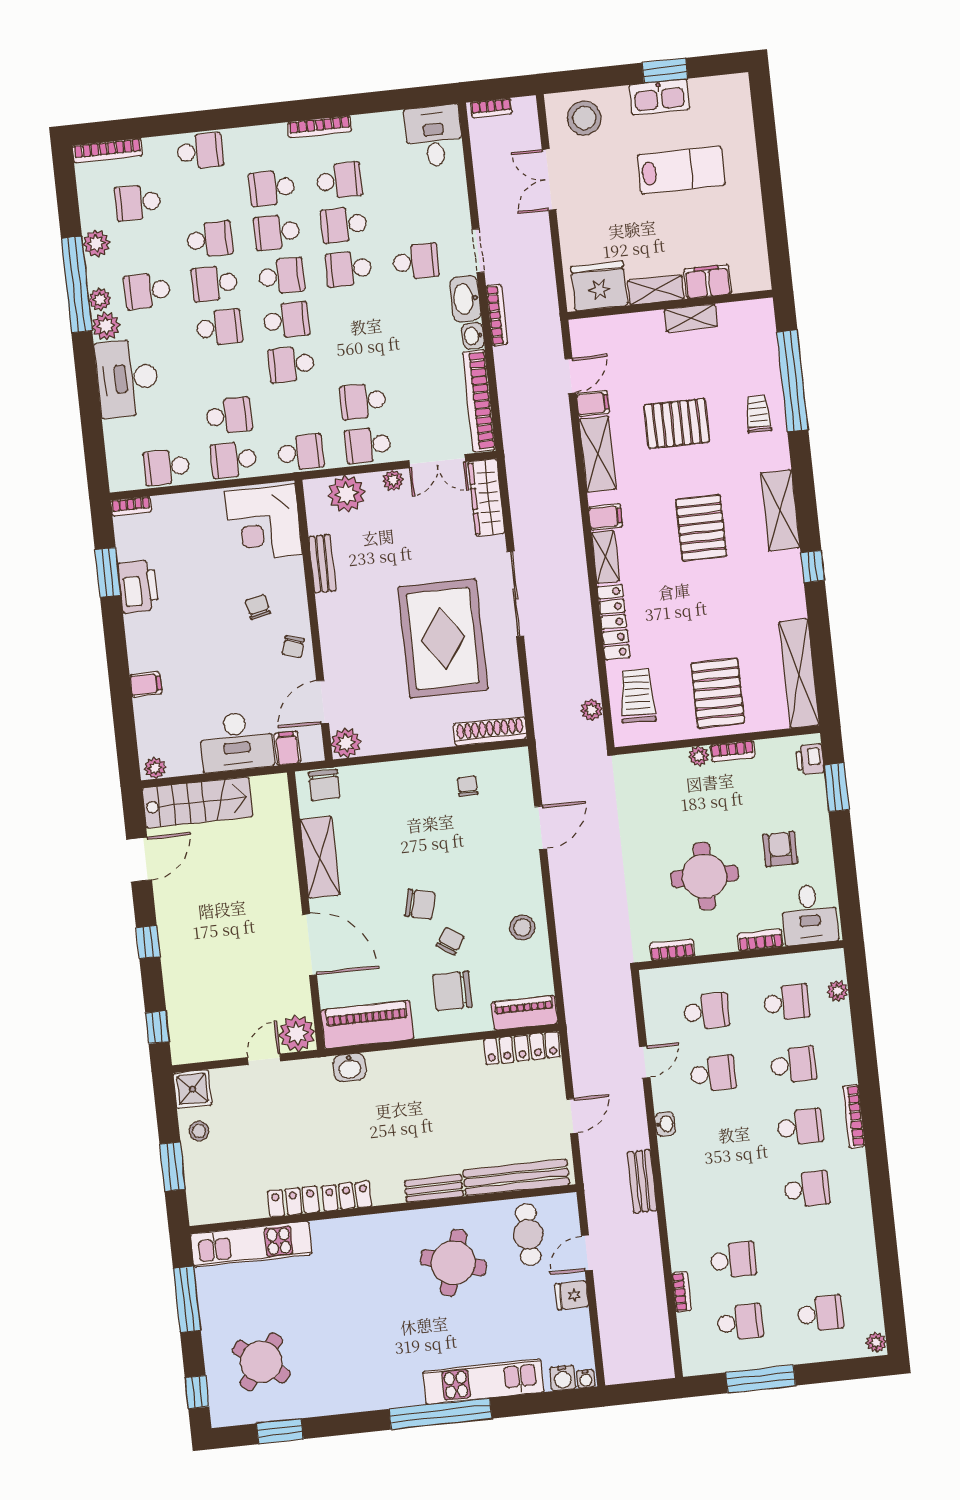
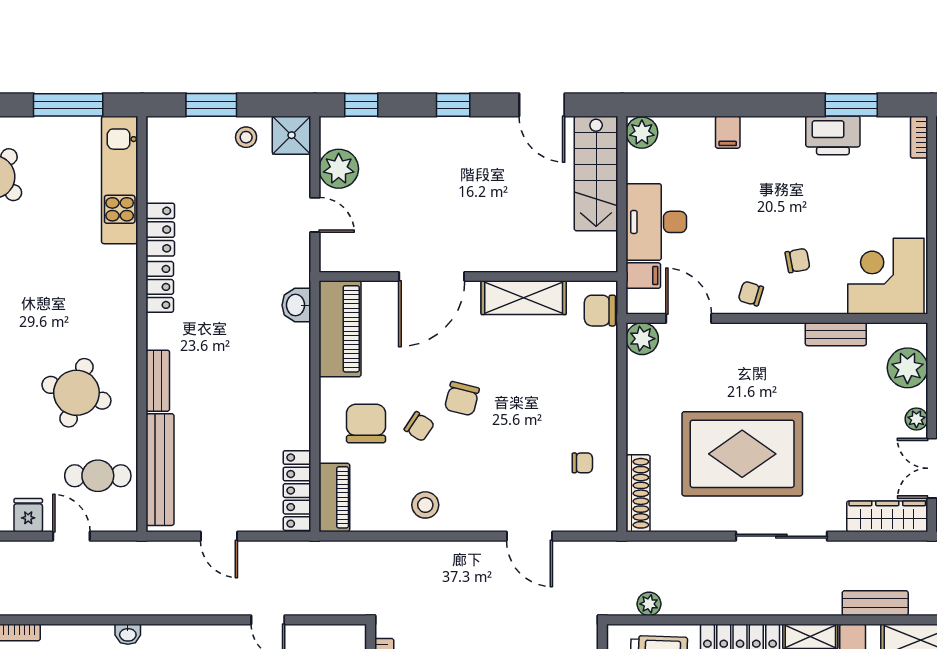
plant: (155, 768) -> (642, 133), width x1.38, depth x1.38
plant: (297, 1033) -> (339, 169), moved
washbasin: (665, 1124) -> (128, 634), moved
bench: (642, 1181) -> (875, 603), moved

